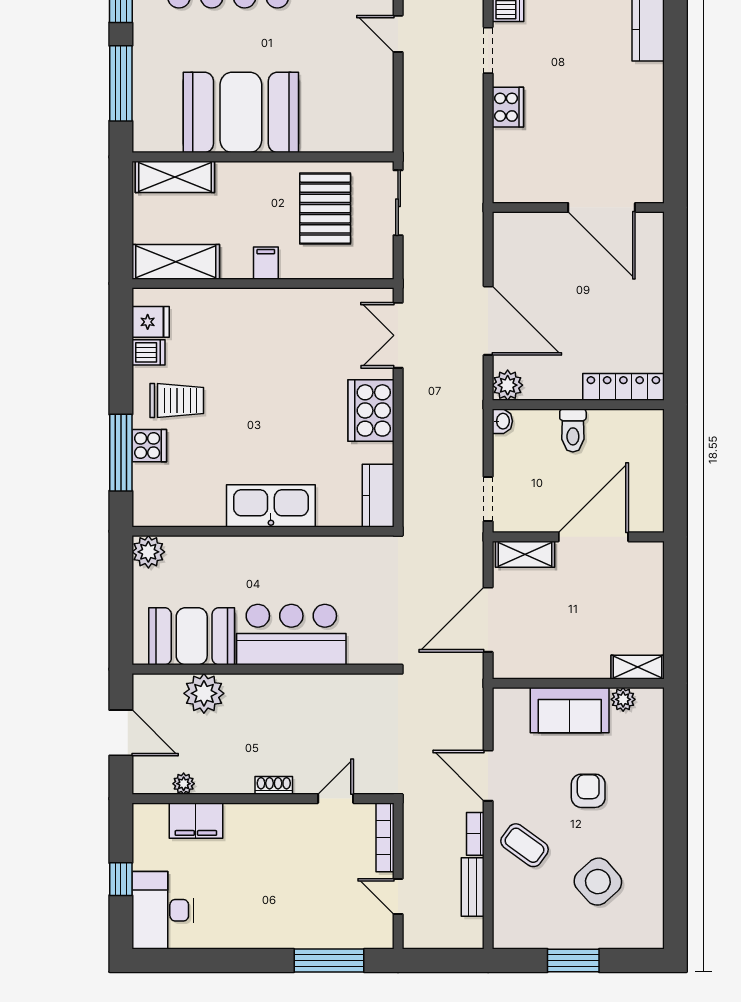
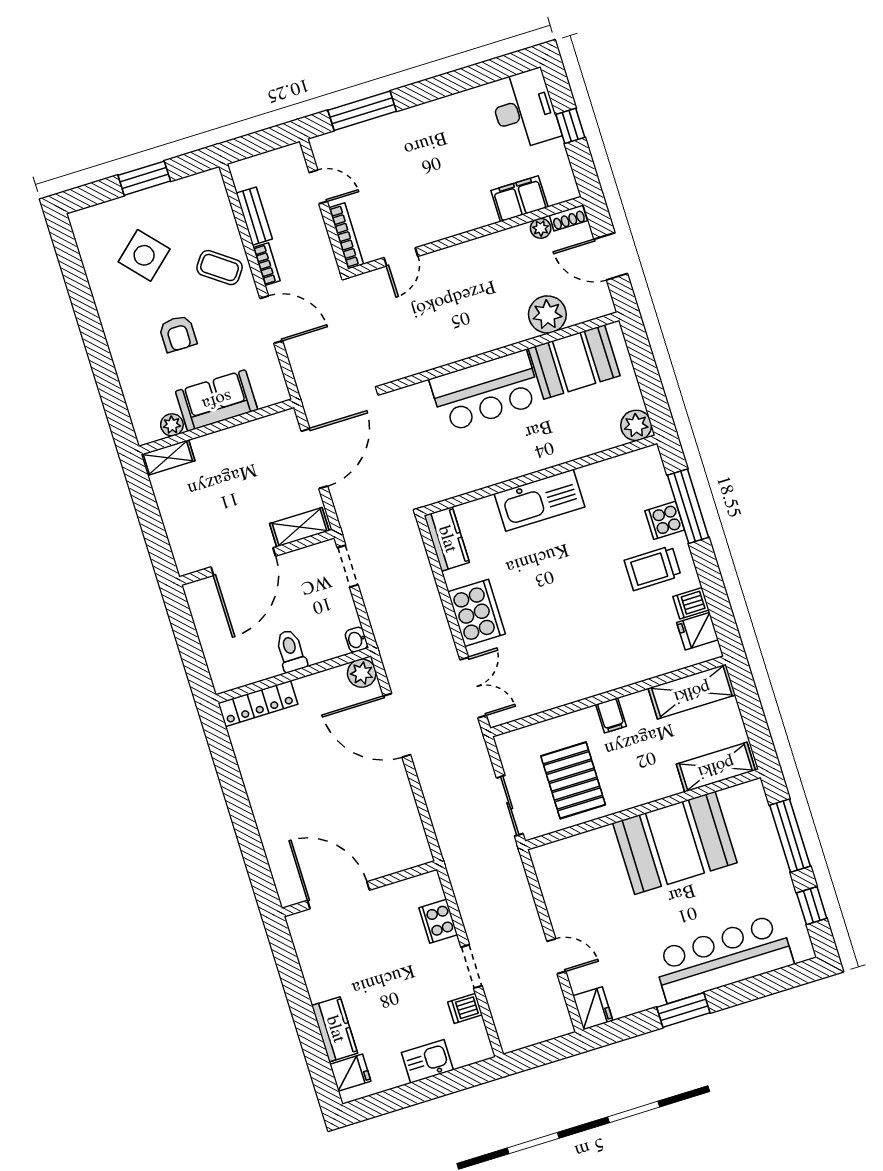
wall: (578, 208) -> (359, 889), moved
door: (602, 208) -> (339, 895), moved
shoe rack: (274, 785) -> (568, 218), moved

